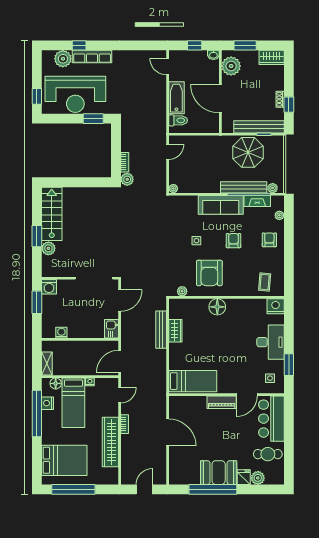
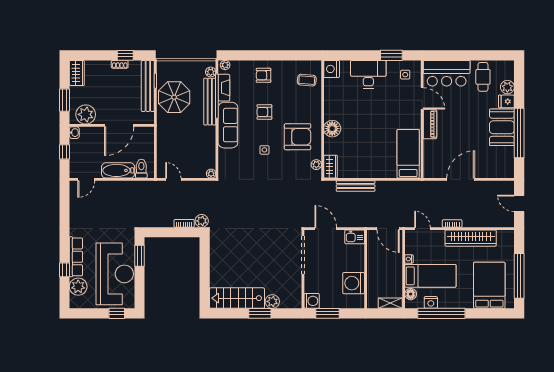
plant: (279, 215) -> (225, 65), moved
wardrobe: (175, 331) -> (331, 167), moved, turned 90
washing machine: (61, 333) -> (354, 283), width x1.89, depth x1.89

